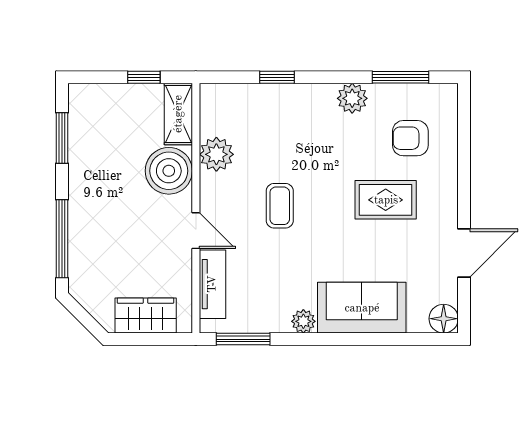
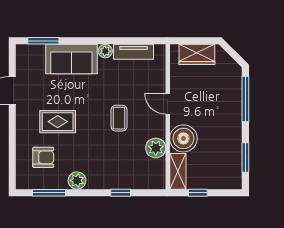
tv unit: (212, 284) -> (134, 52), moved, turned -90
floor lamp: (444, 319) -> (24, 53), removed
window: (243, 339) -> (43, 41), moved

